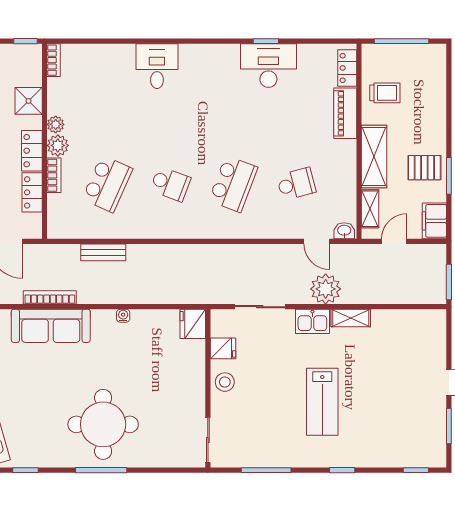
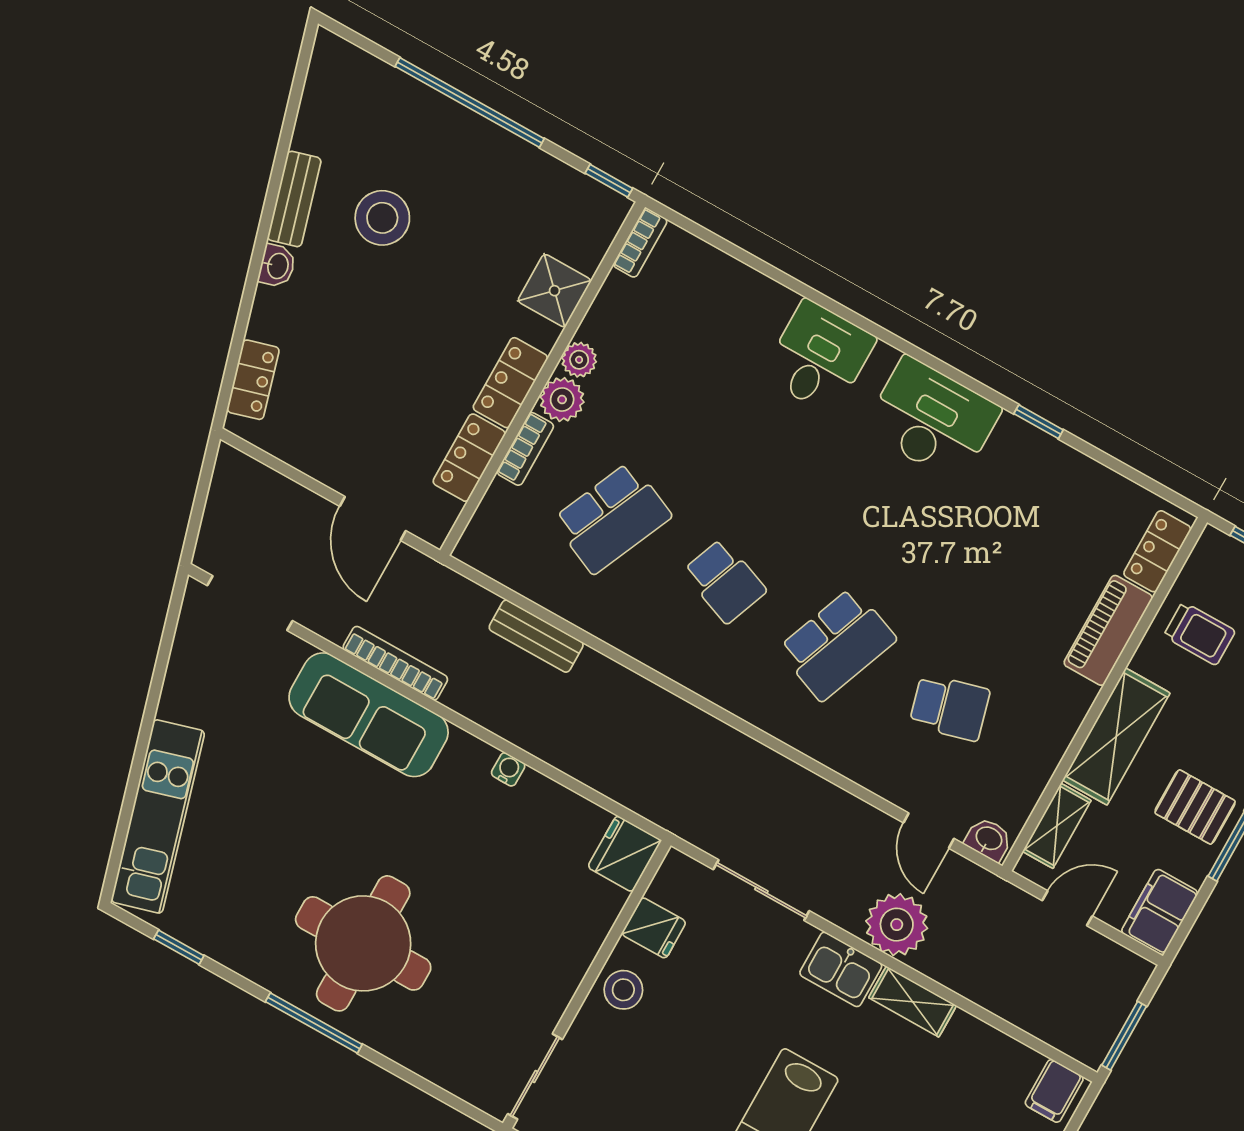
desk: (268, 66) -> (932, 419), moved
filing cabinet: (432, 322) -> (1054, 1091), added

